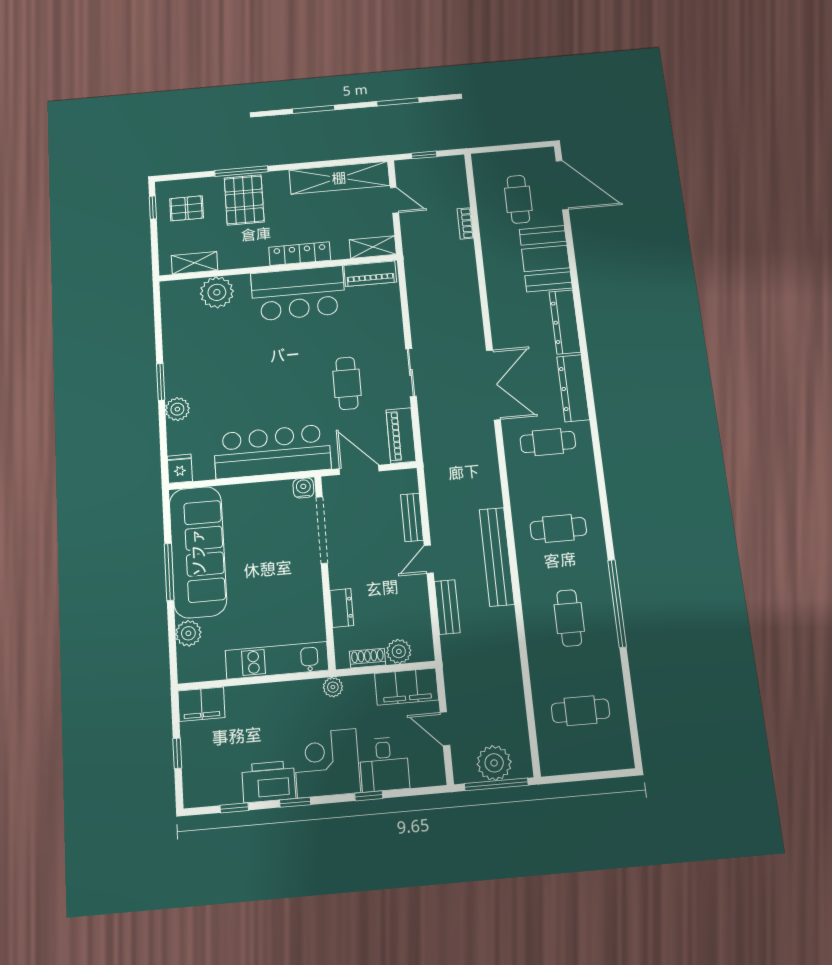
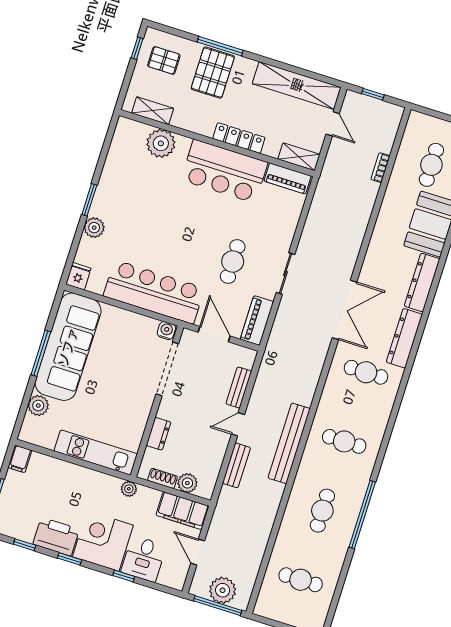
filing cabinet: (201, 704) -> (20, 459), width x0.50

